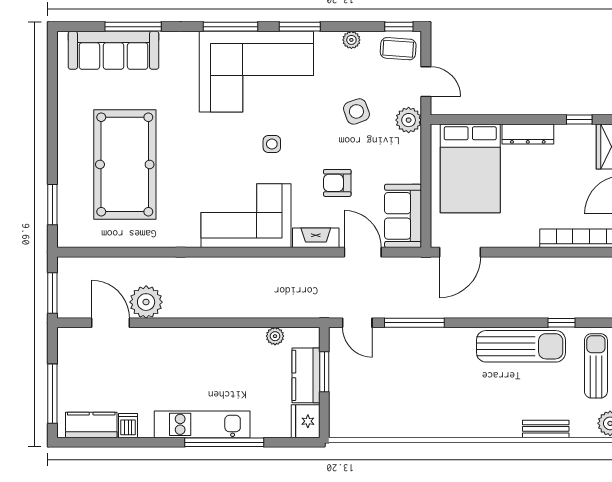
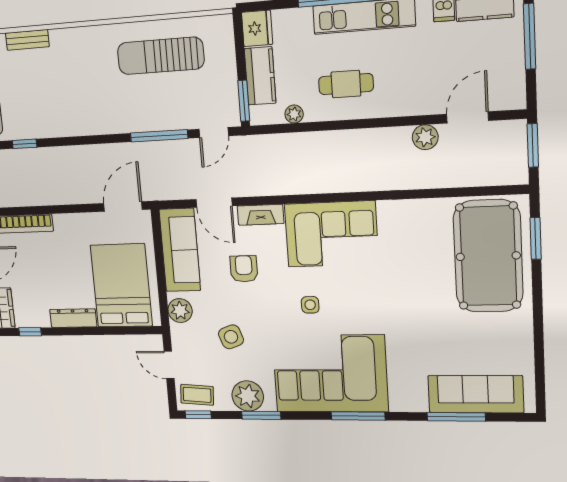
window: (300, 27) -> (261, 415), moved
plant: (351, 40) -> (248, 396), width x1.88, depth x1.88
plant: (409, 120) -> (180, 311), moved
pool table: (125, 164) -> (488, 256), moved
armchair: (337, 183) -> (244, 269), turned -90
sofa: (403, 216) -> (180, 250), width x1.36
plant: (146, 302) -> (425, 137), width x0.73, depth x0.73
door: (110, 323) -> (468, 117), swing flipped
door: (357, 323) -> (214, 133), swing flipped
sun lounger: (521, 346) -> (161, 56), moved
cafe table: (223, 362) -> (346, 84), added
window: (324, 372) -> (244, 101), moved

